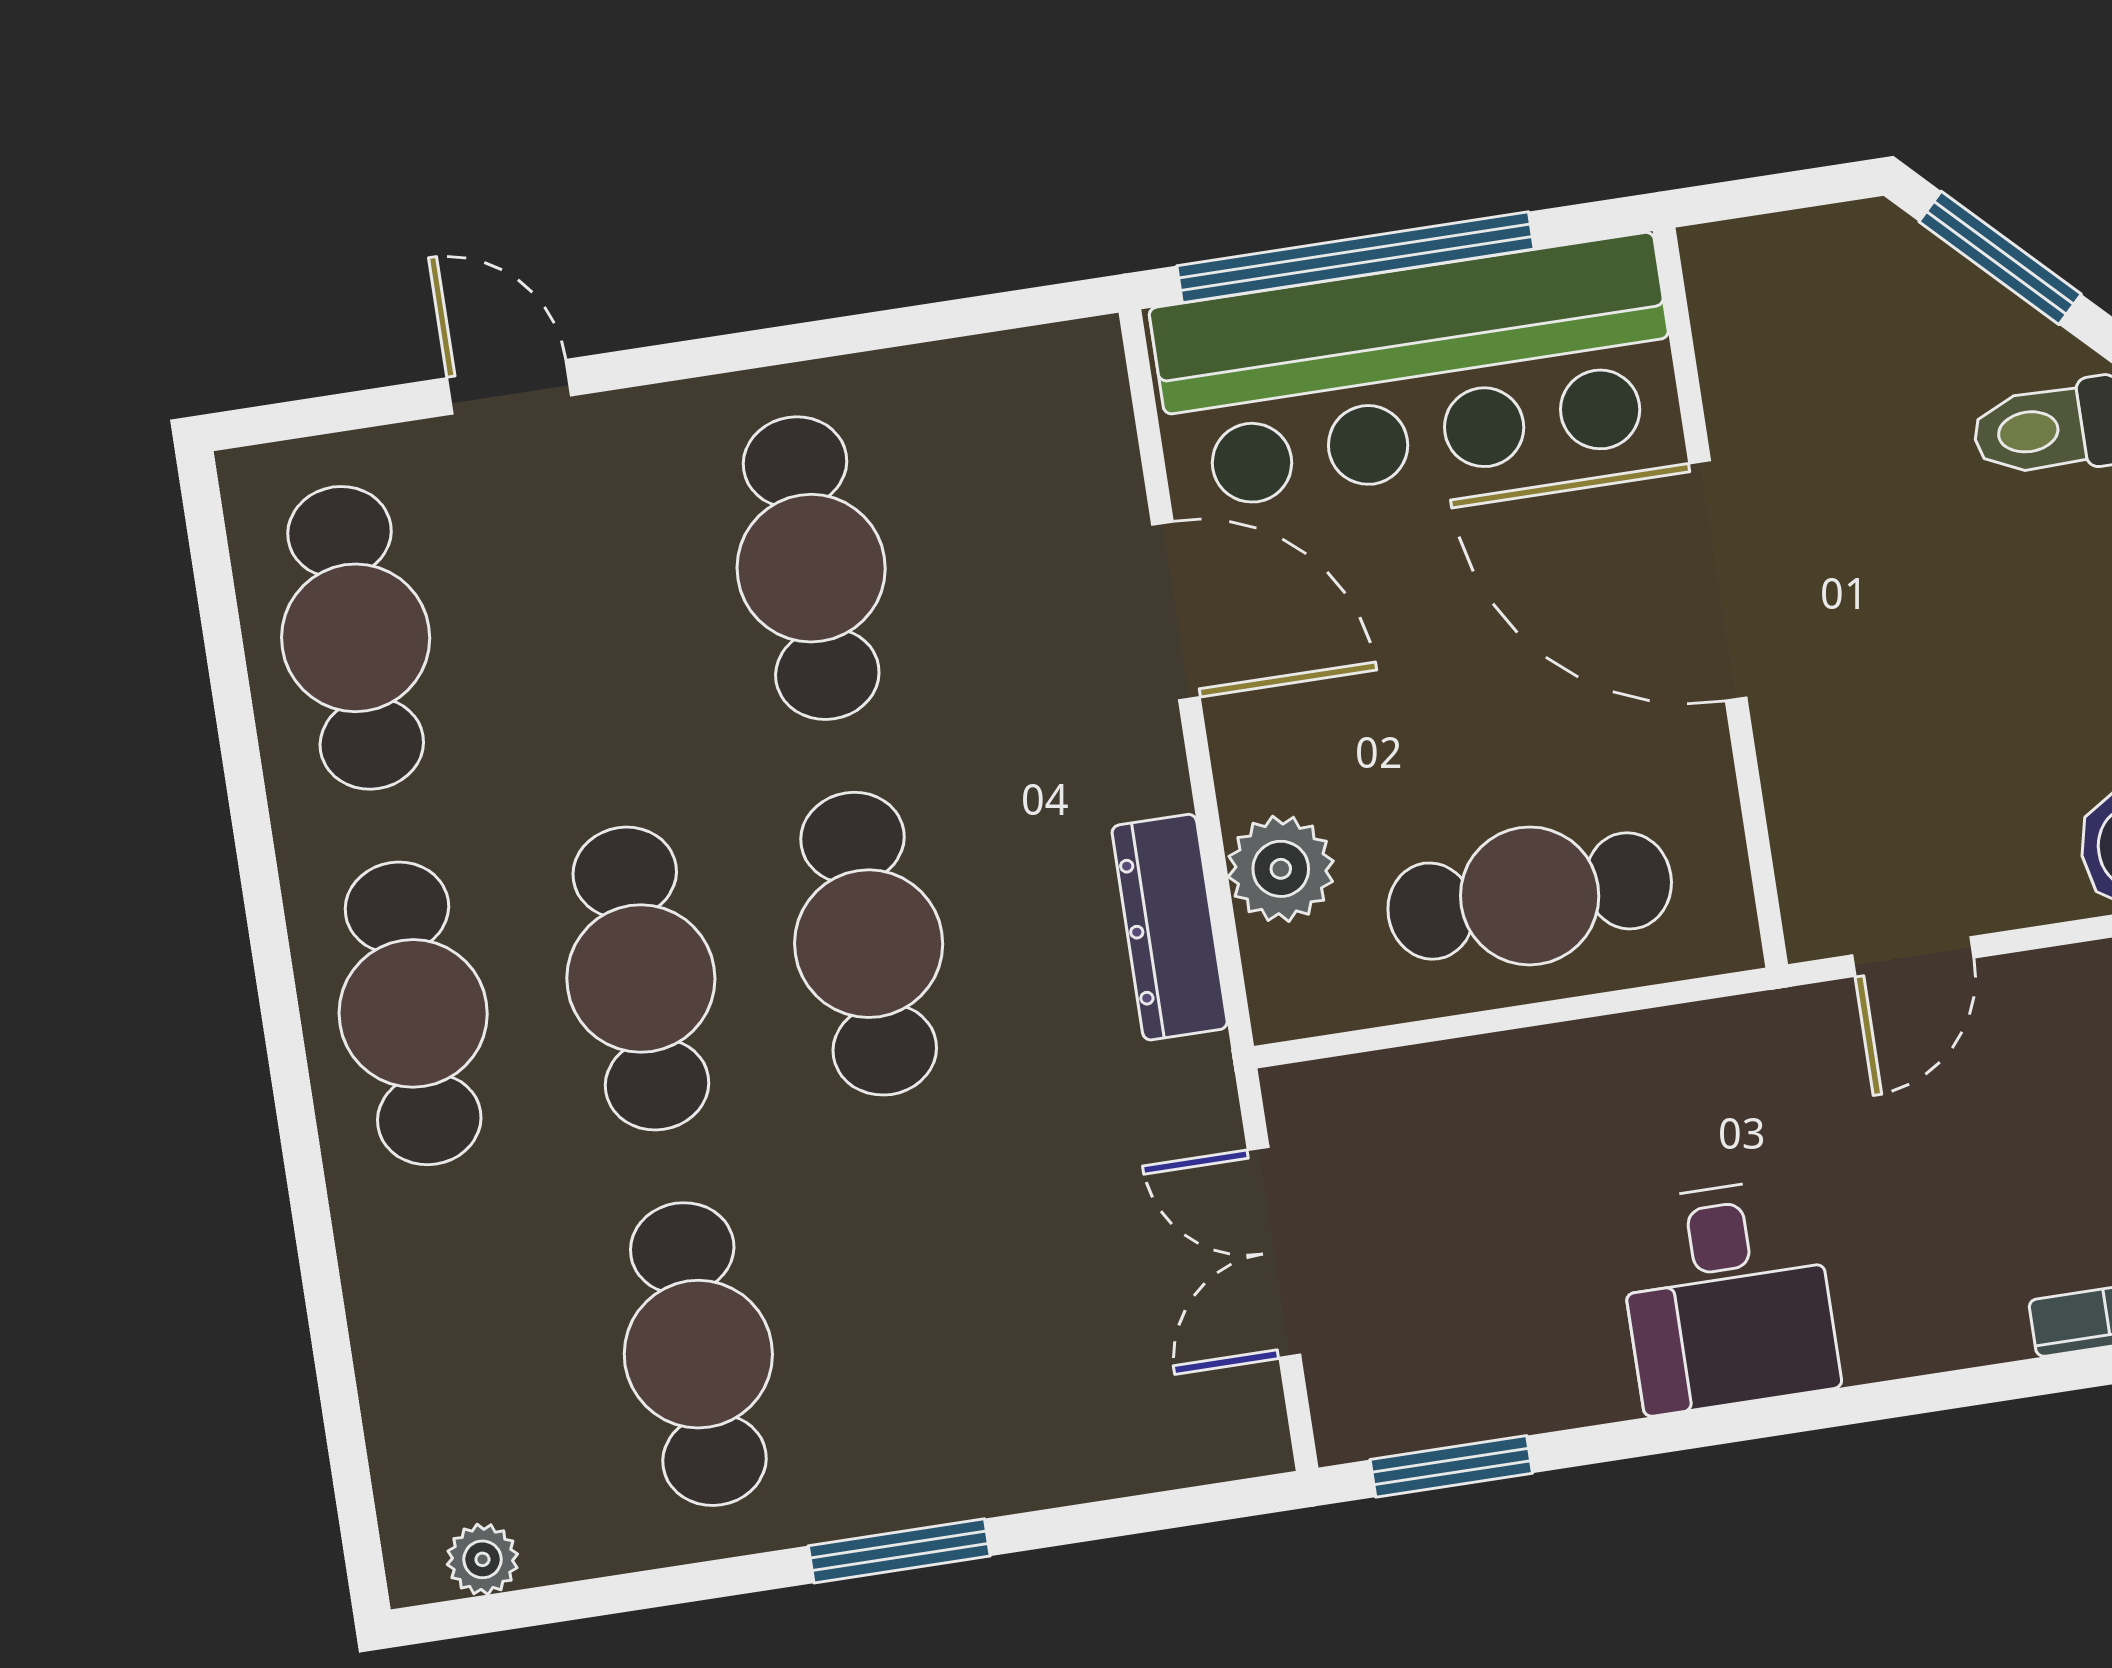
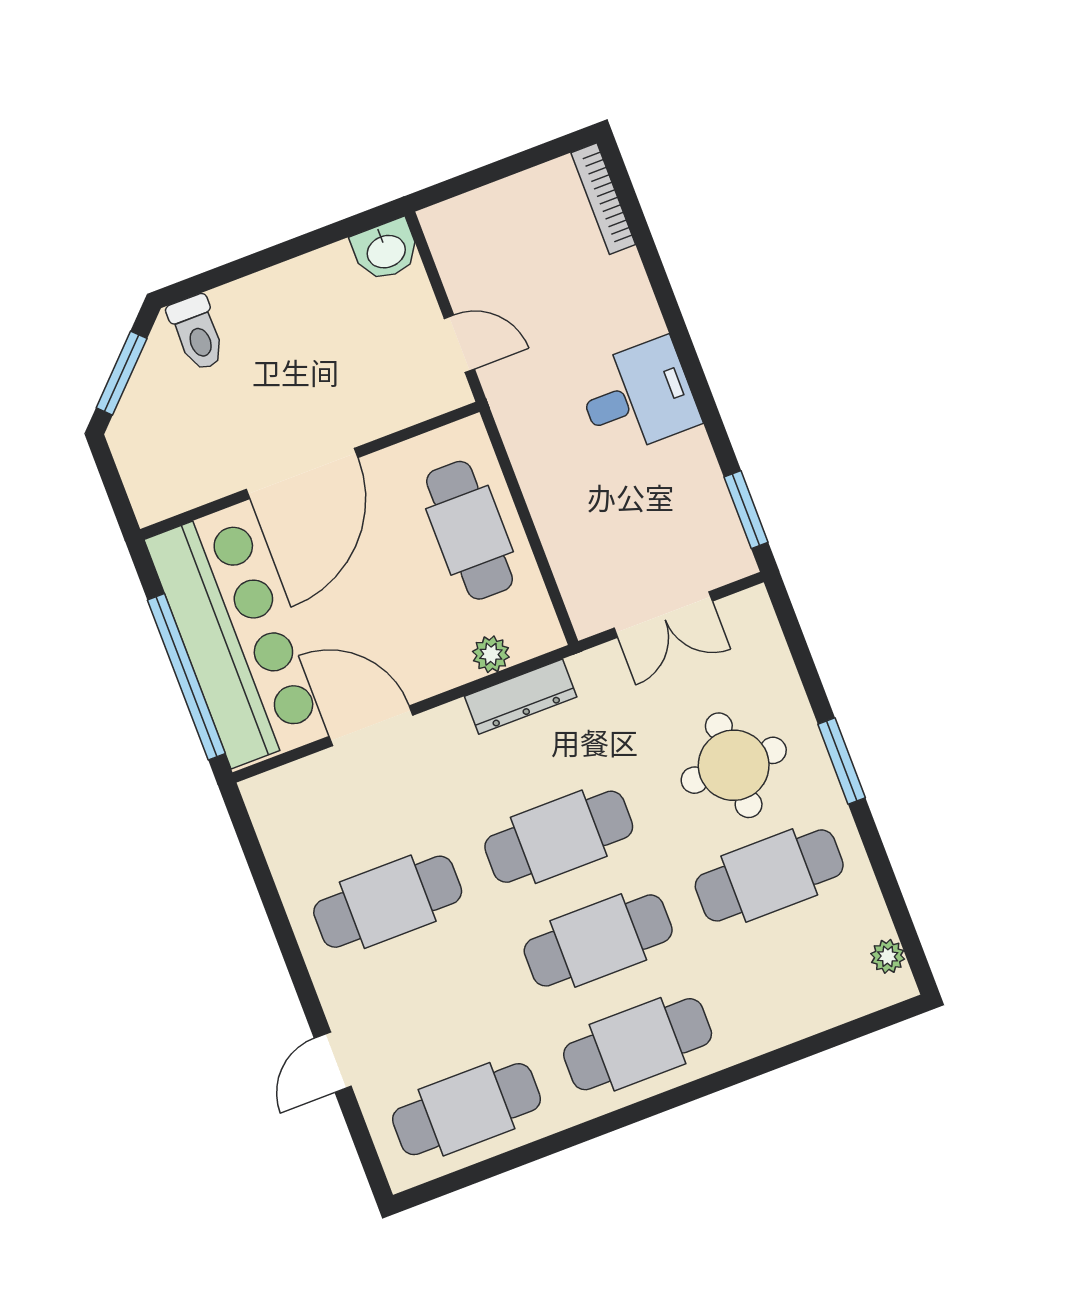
door: (1176, 611) -> (371, 726), hinge flipped
plant: (1281, 869) -> (491, 654), width x0.73, depth x0.73
round table: (938, 1330) -> (734, 765), added

